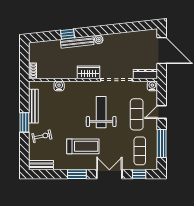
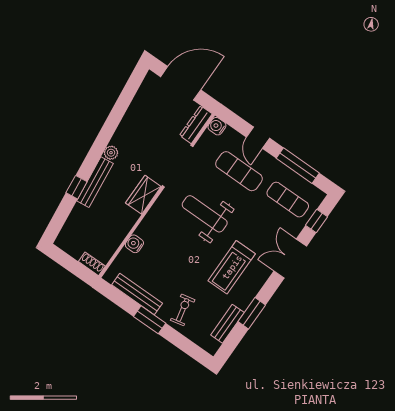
treadmill: (83, 146) -> (232, 267), turned 180
bench: (41, 165) -> (227, 324), moved
window: (77, 174) -> (252, 313), moved

